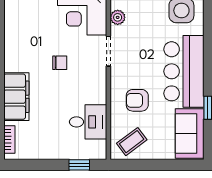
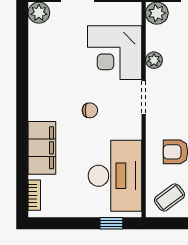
desk: (88, 122) -> (115, 176), width x1.87, depth x1.30

